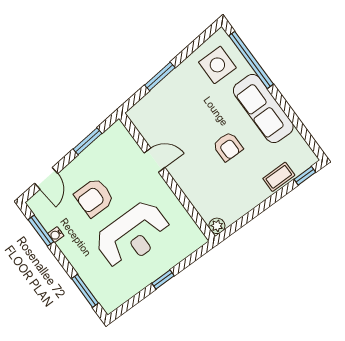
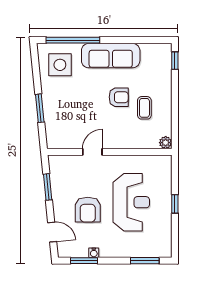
coffee table: (279, 177) -> (144, 108), moved

